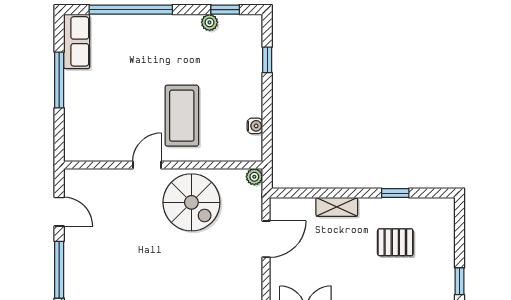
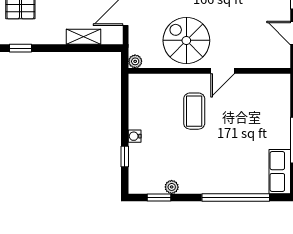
coffee table: (182, 116) -> (194, 111), width x0.73, depth x0.76
water cooler: (255, 126) -> (135, 136), moved
shelving: (337, 207) -> (83, 37), moved

